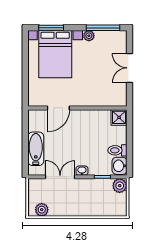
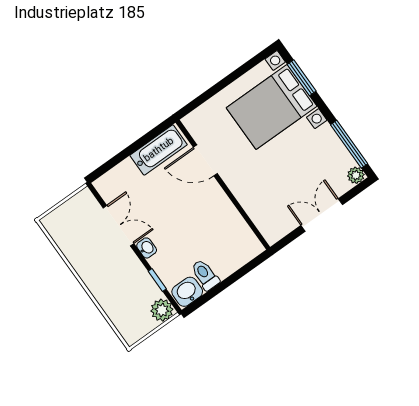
plant: (89, 36) -> (356, 175), moved
shower: (119, 117) -> (249, 247), removed
bathtub: (36, 149) -> (159, 150), moved
plant: (42, 210) -> (60, 232), removed

